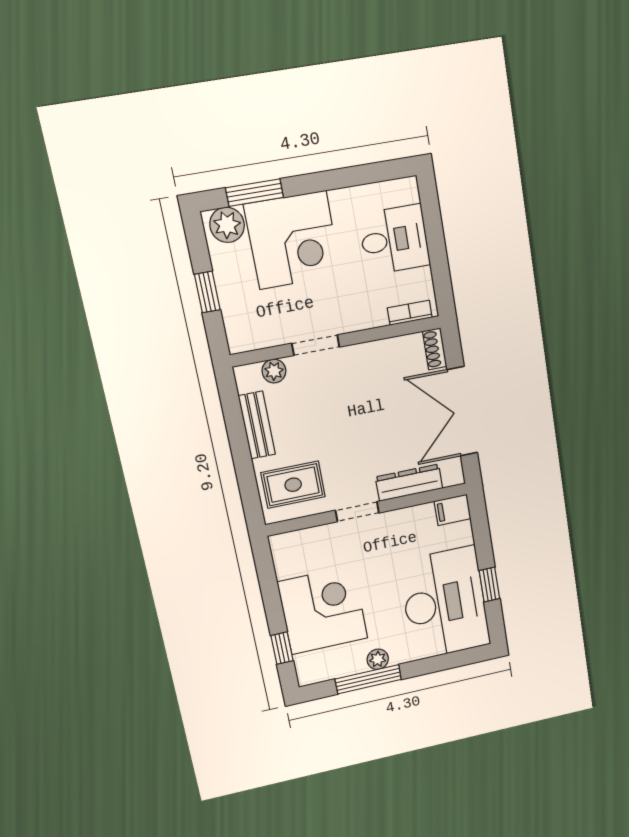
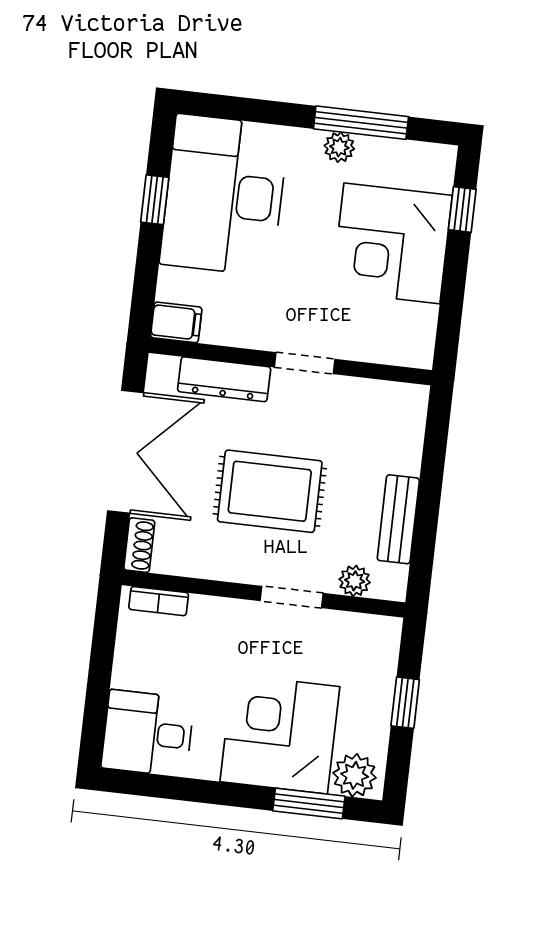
desk: (394, 240) -> (148, 733), moved
rug: (293, 485) -> (270, 491), moved, width x1.36, depth x1.43

